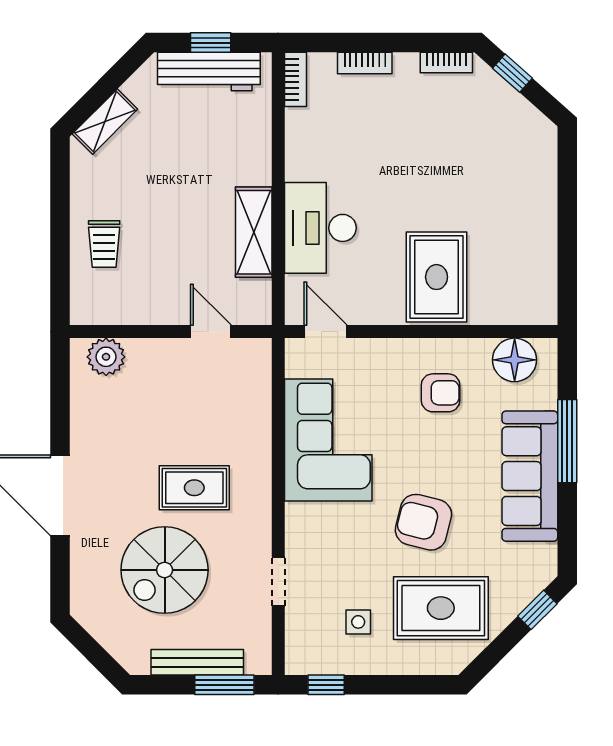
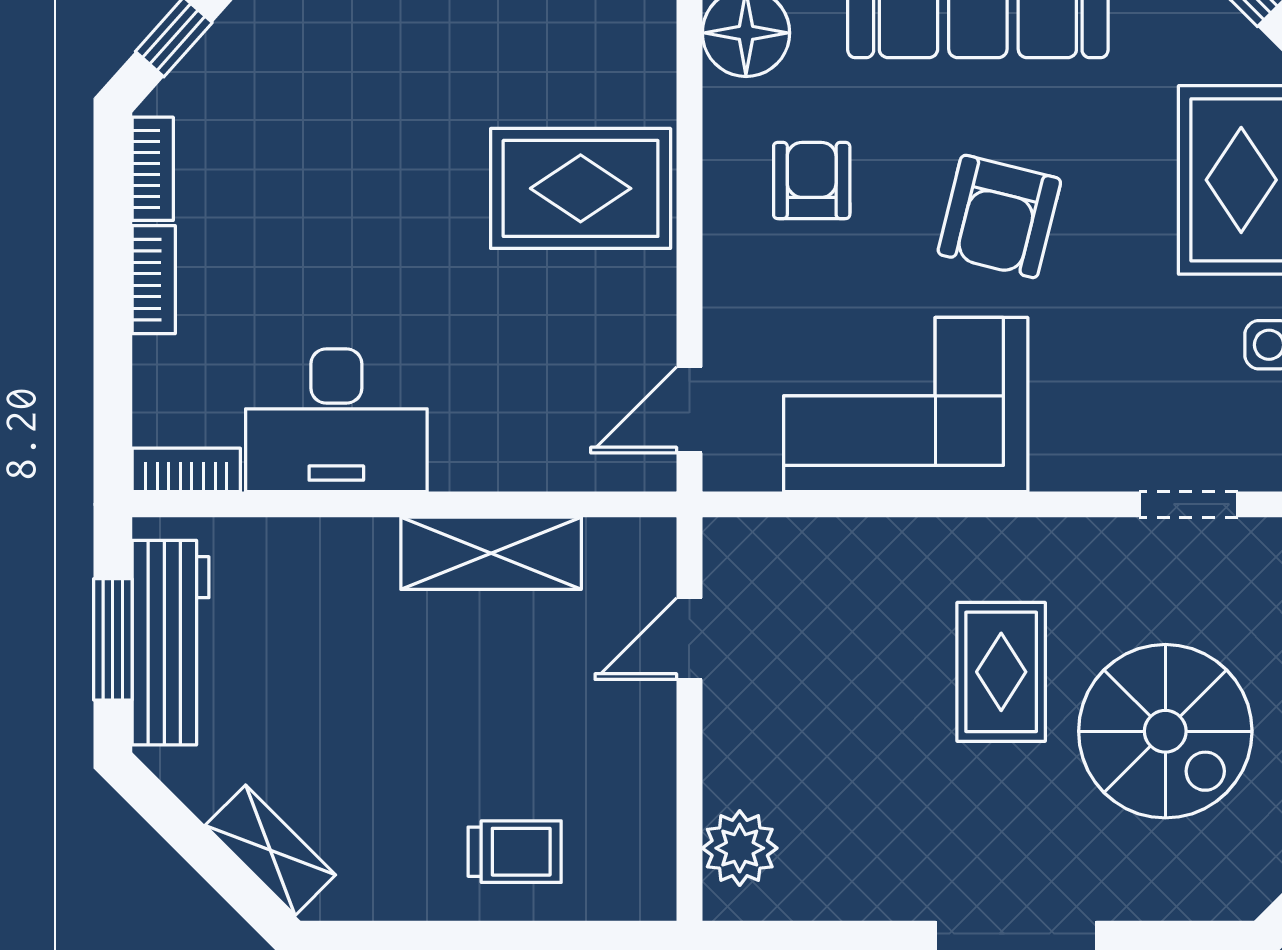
window: (211, 43) -> (113, 639), width x1.50
bookcase: (365, 63) -> (154, 280), moved
desk: (320, 228) -> (336, 420), moved
armchair: (423, 522) -> (999, 216), moved

